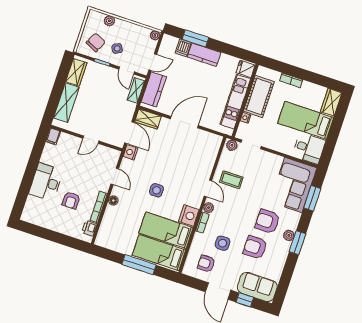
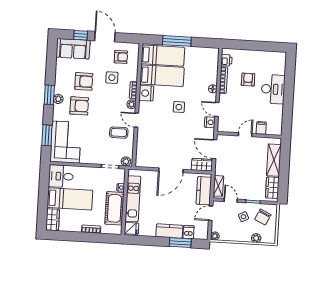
filing cabinet: (53, 136) -> (261, 128), moved
nightstand: (130, 152) -> (210, 122), moved

